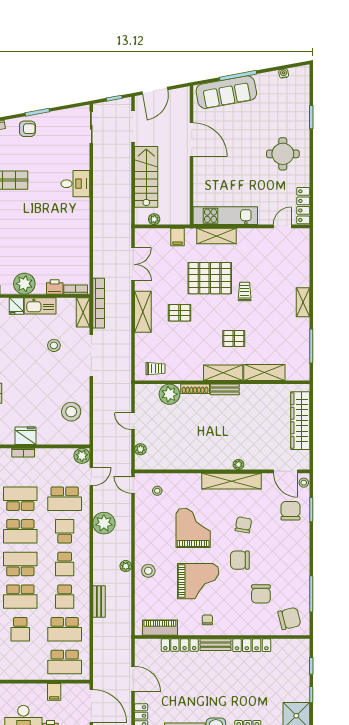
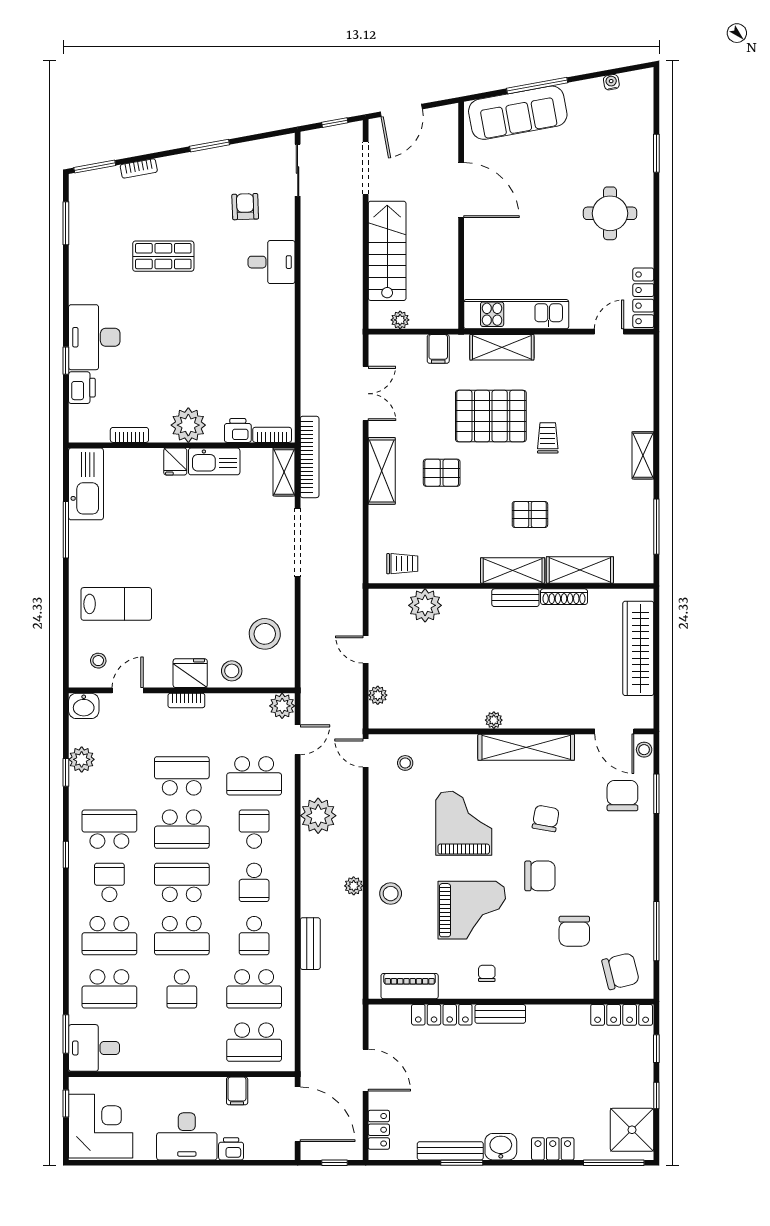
armchair: (27, 129) -> (245, 207), moved, turned -92
stool: (54, 345) -> (232, 671), moved
shoe rack: (195, 389) -> (564, 597), moved
plant: (238, 465) -> (494, 720), moved
chair: (240, 560) -> (540, 876), turned 180
locker: (252, 645) -> (622, 1015), moved

